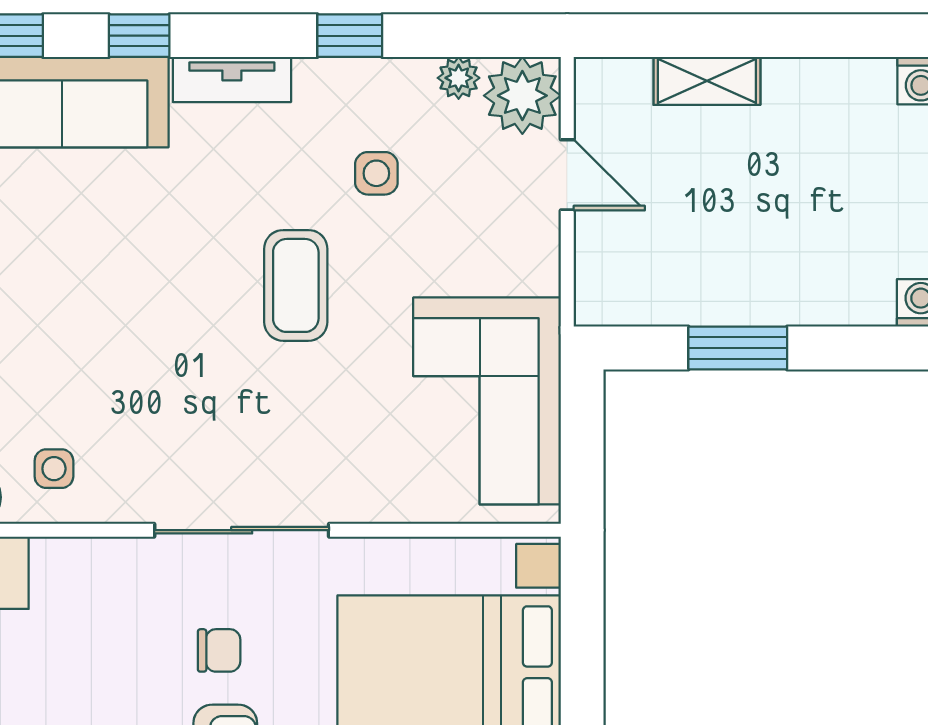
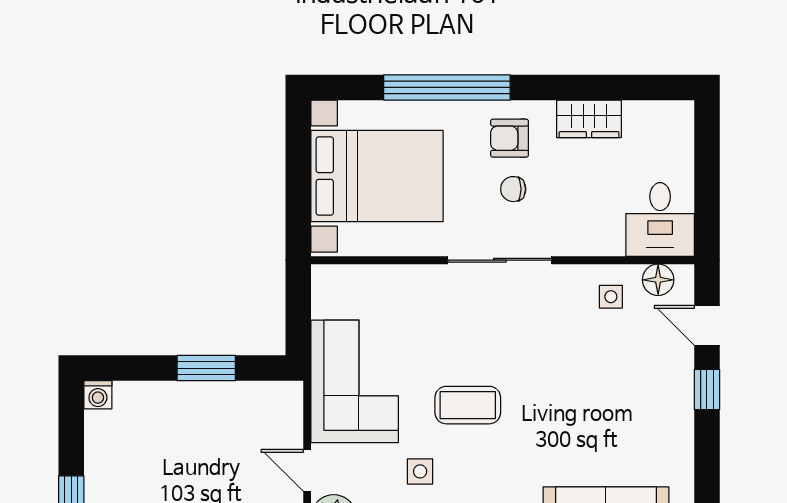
coffee table: (296, 285) -> (468, 405), turned 90
corner sofa: (487, 401) -> (355, 381), moved

